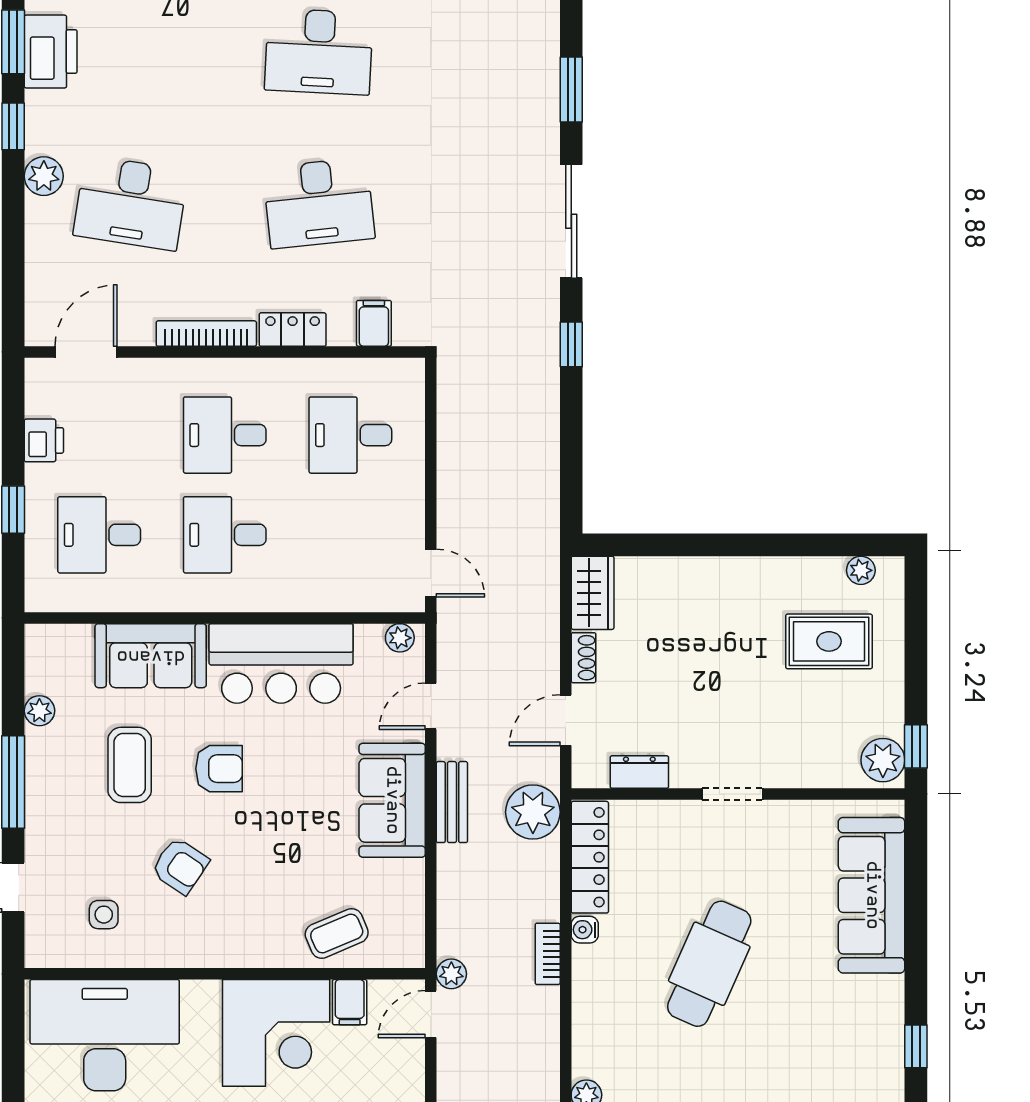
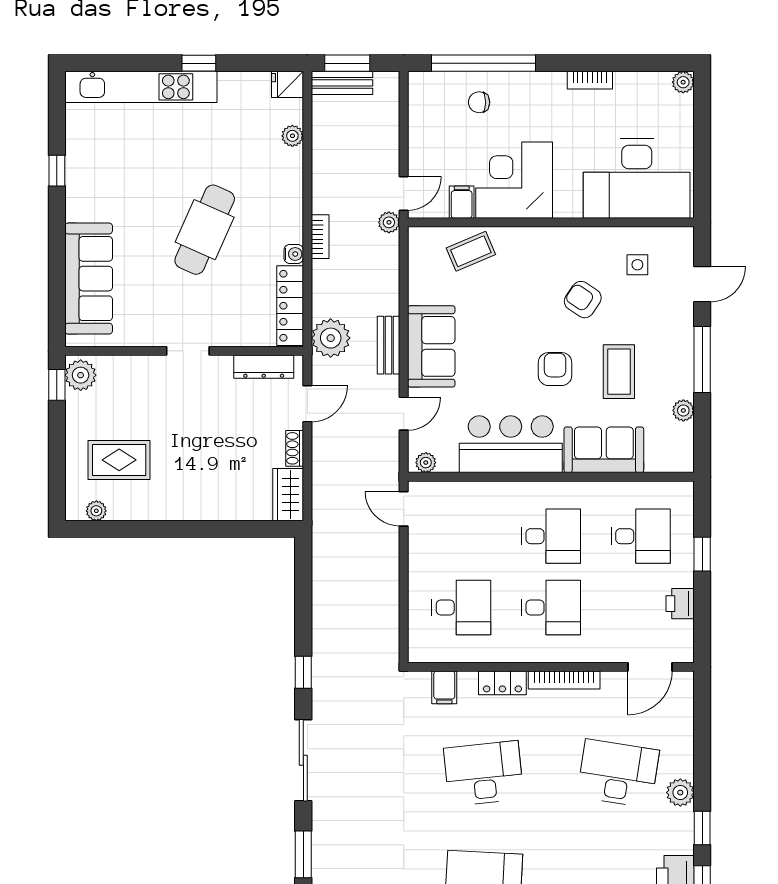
armchair: (219, 769) -> (555, 369), turned 90
dresser: (639, 772) -> (264, 367), width x1.44

